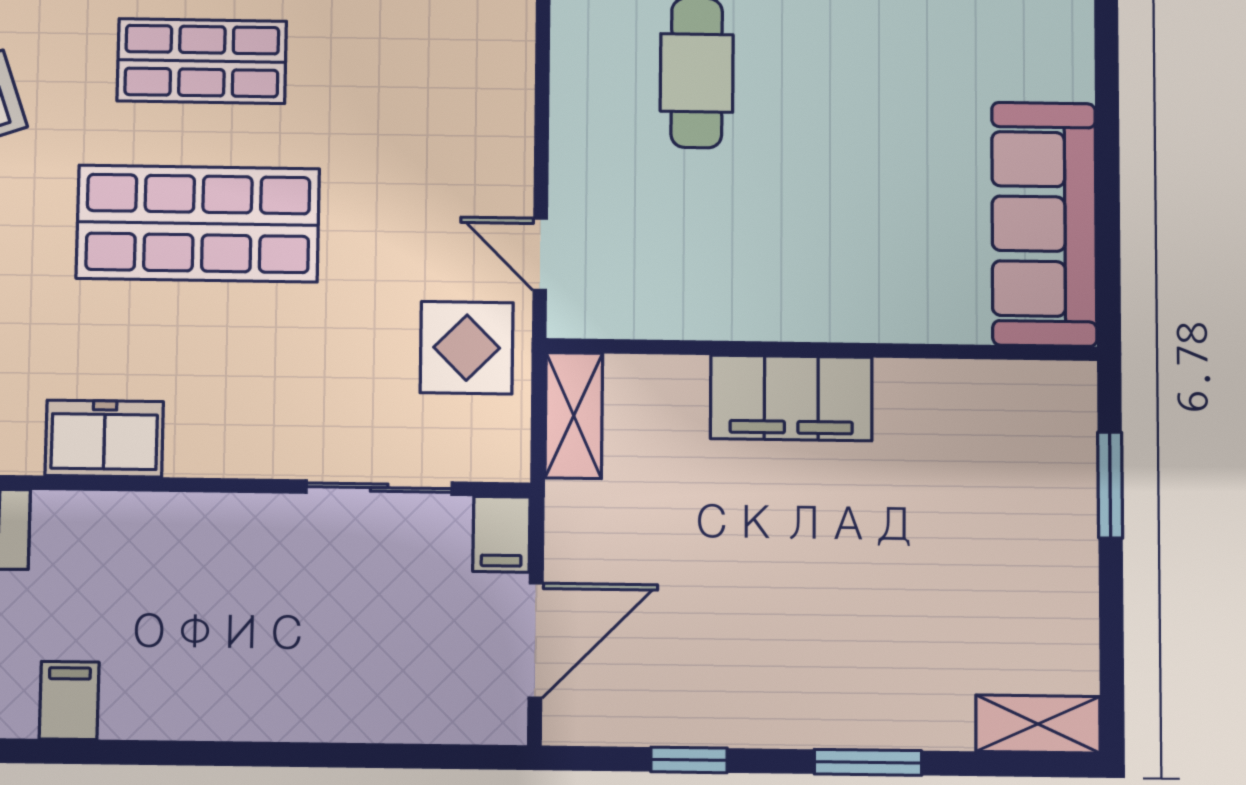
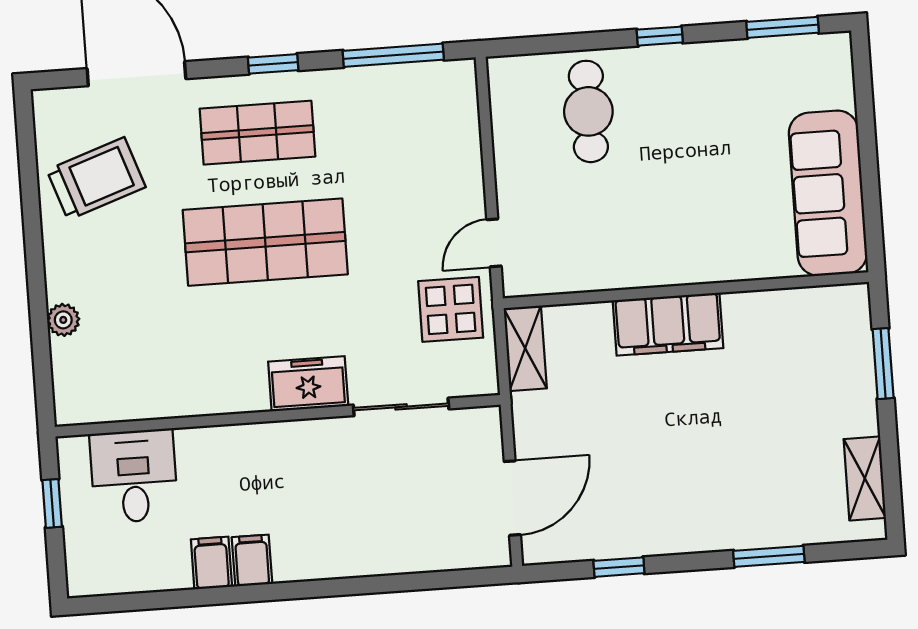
door: (540, 254) -> (494, 243), hinge flipped
freezer: (104, 439) -> (308, 384), moved
filing cabinet: (501, 534) -> (252, 561), moved, turned 180
shelving: (1038, 724) -> (865, 478), moved, turned 90
window: (868, 762) -> (769, 556), moved

